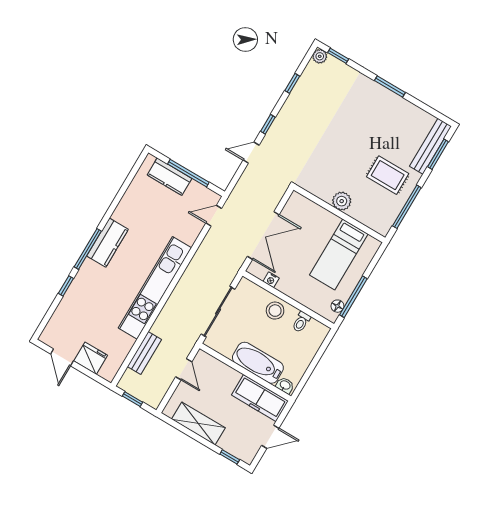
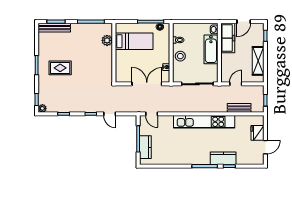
rug: (388, 175) -> (60, 68), moved, turned 90
plant: (342, 201) -> (107, 40), moved
kitchen counter: (108, 243) -> (223, 158), moved
door: (270, 437) -> (244, 22), swing flipped

